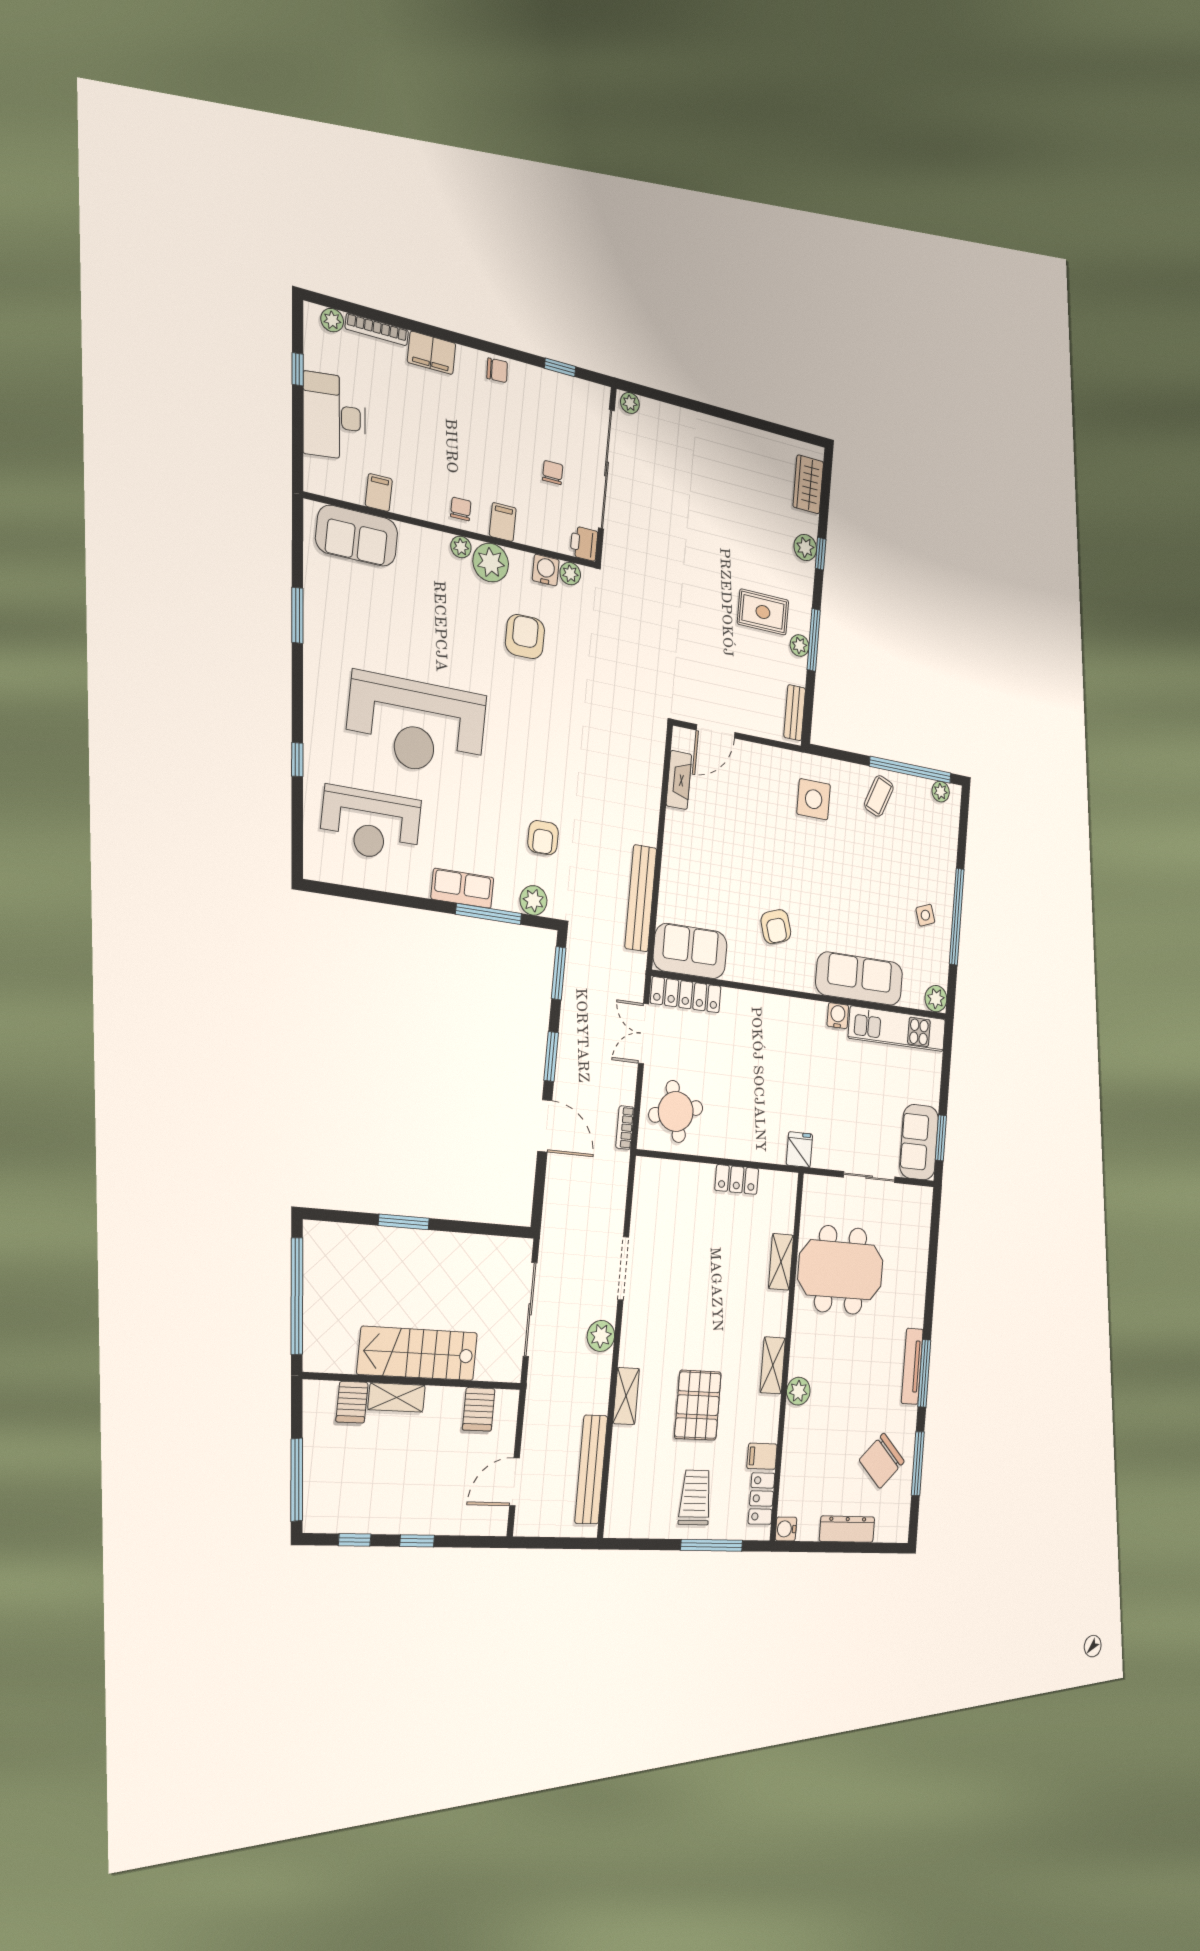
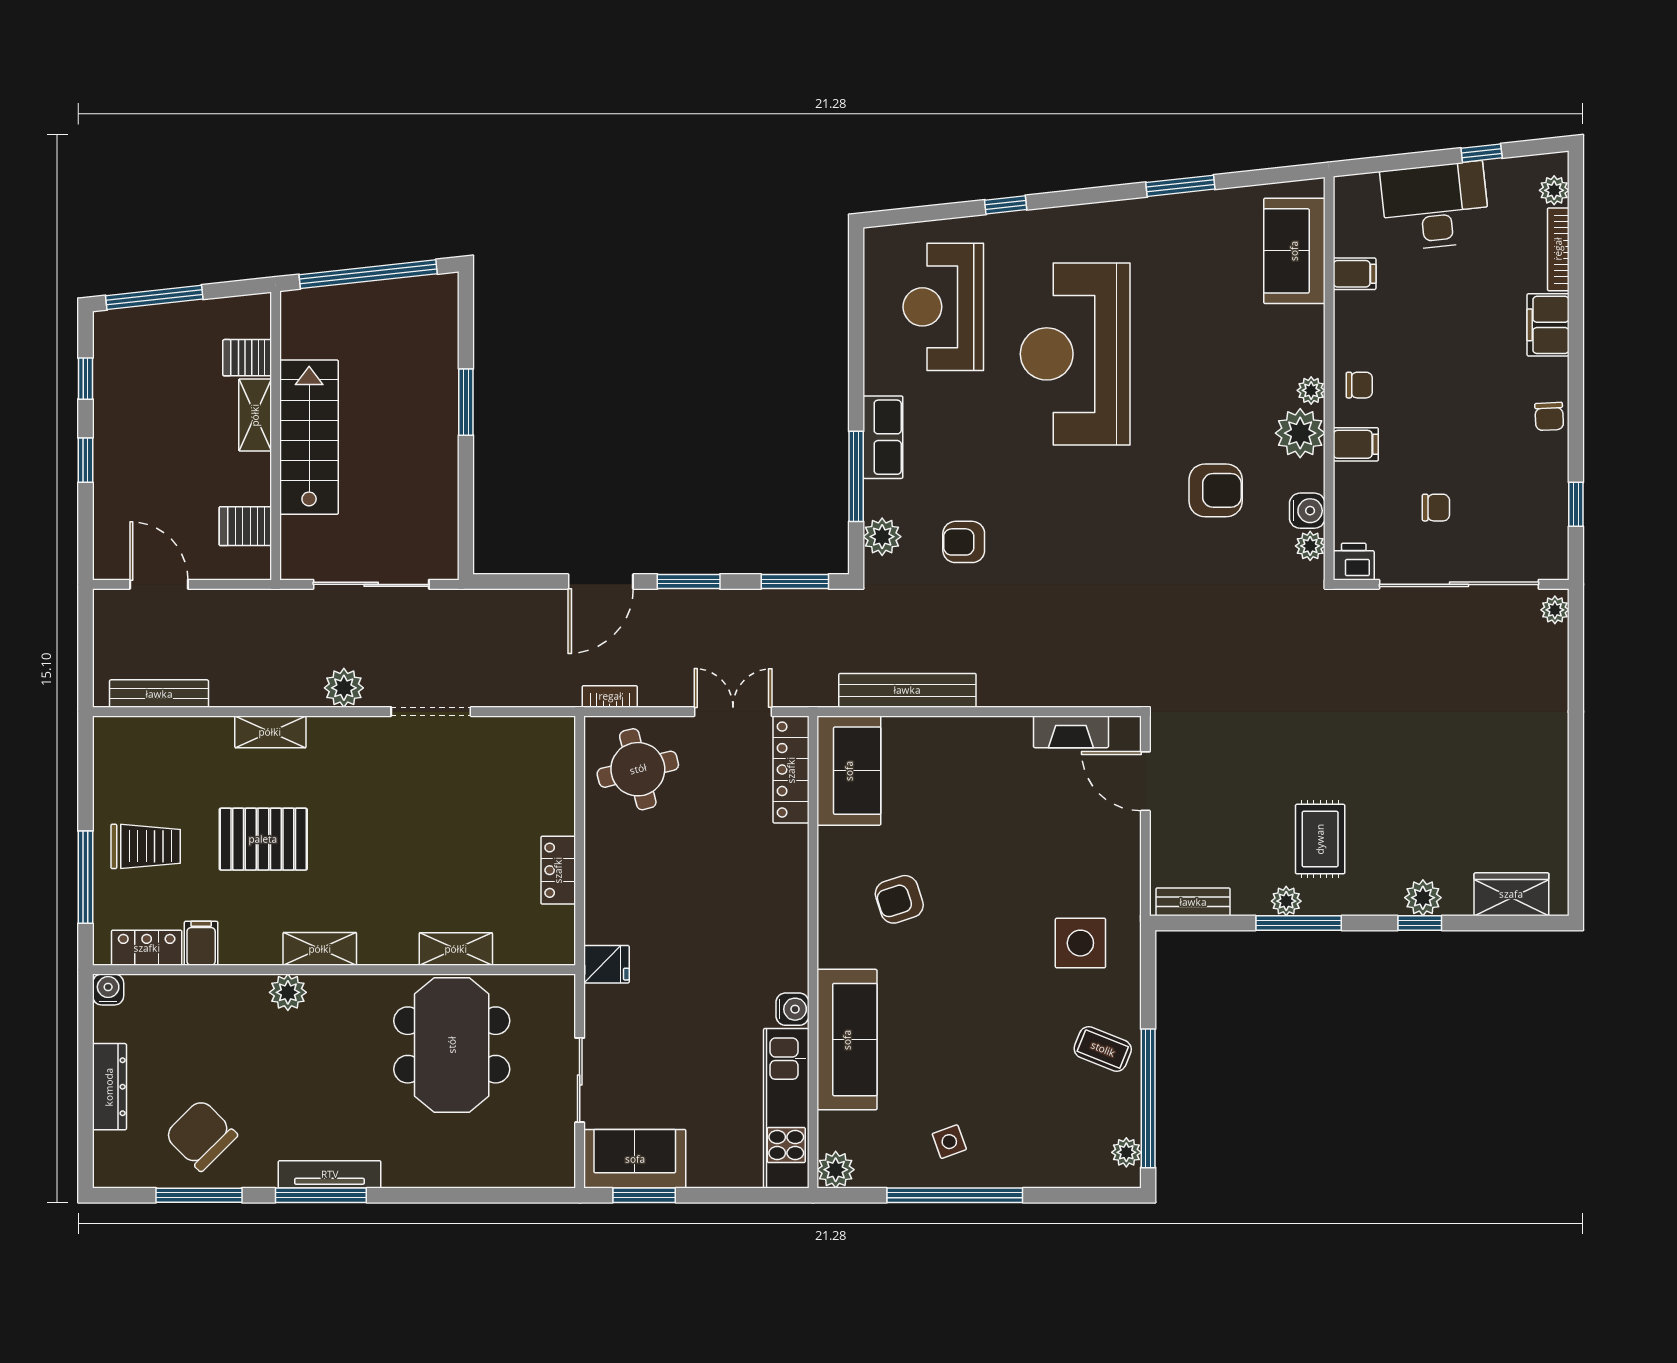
bench: (591, 1469) -> (159, 694), width x0.73, depth x0.82

